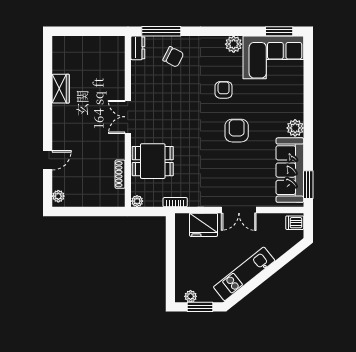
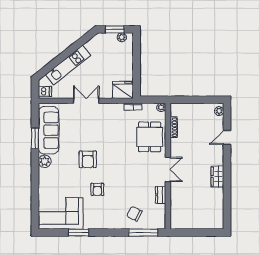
window: (279, 31) -> (79, 233), moved
plant: (234, 44) -> (90, 223), removed
dresser: (138, 48) -> (161, 195), moved
wardrobe: (61, 89) -> (217, 177), moved
dining table: (153, 161) -> (150, 137), turned 90
window: (308, 185) -> (35, 138), moved
fridge: (204, 225) -> (123, 90), moved
kitchen unit: (244, 274) -> (68, 65), moved

